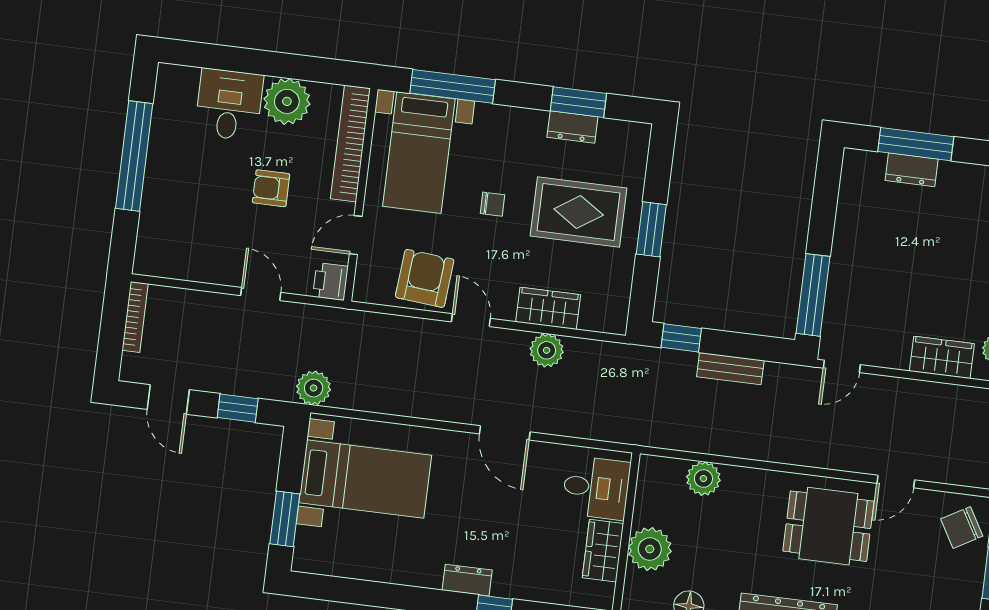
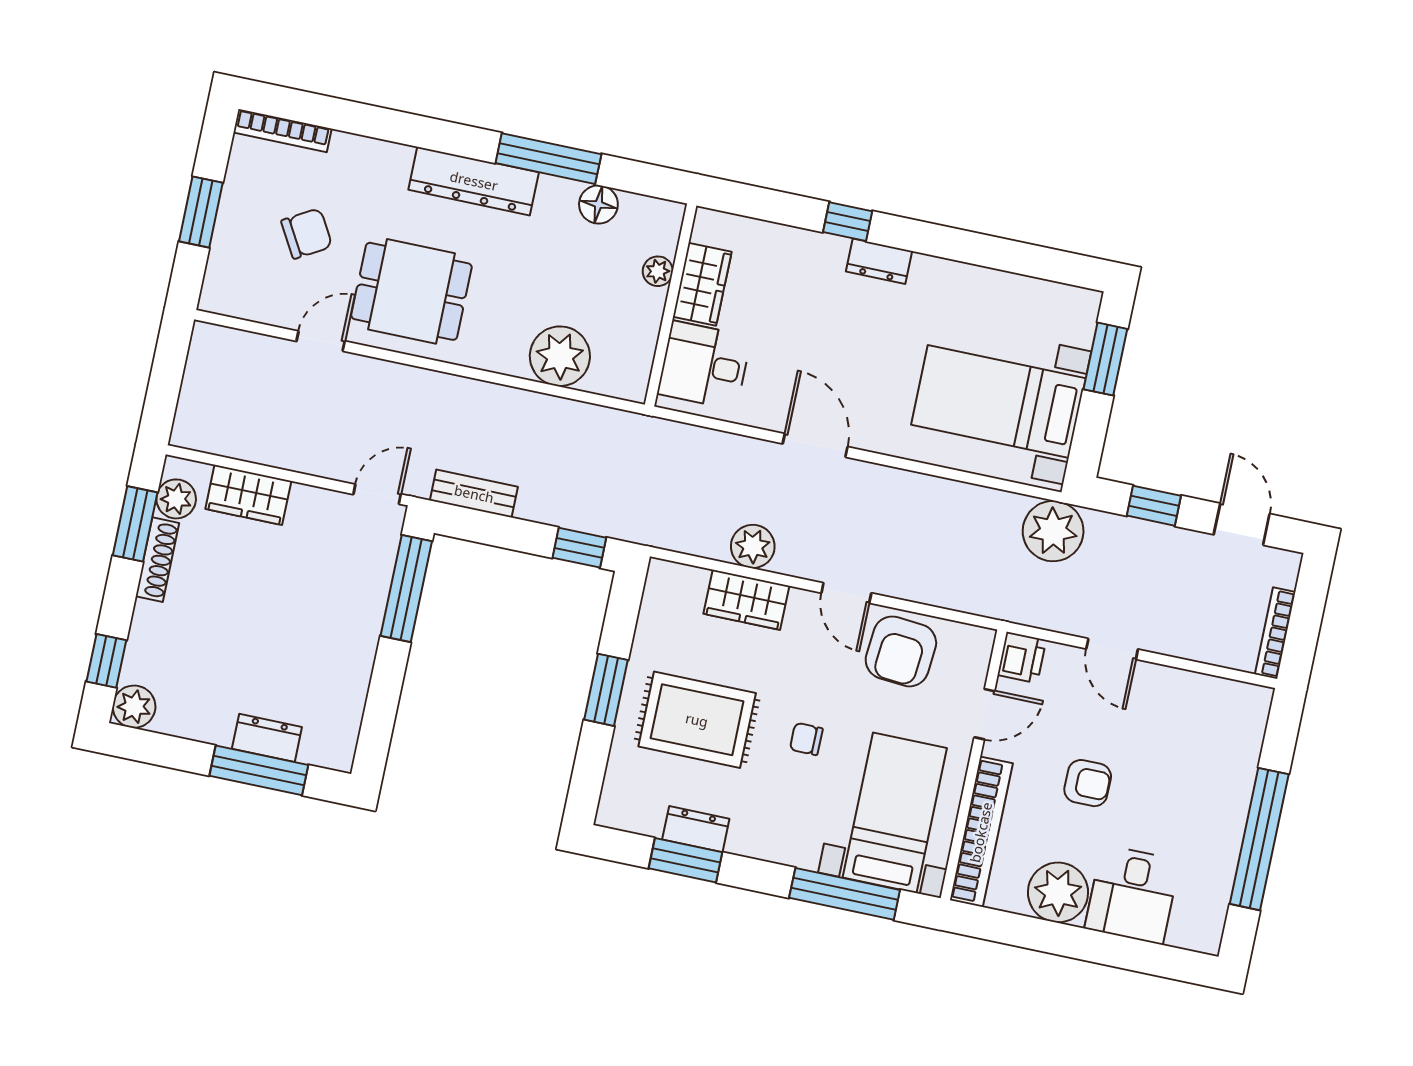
bench: (730, 369) -> (474, 494), moved
plant: (314, 388) -> (1053, 531), width x1.36, depth x1.36
plant: (703, 479) -> (560, 356), width x1.36, depth x1.36
chair: (962, 528) -> (307, 233), moved
plant: (650, 549) -> (658, 271), width x0.53, depth x0.53

